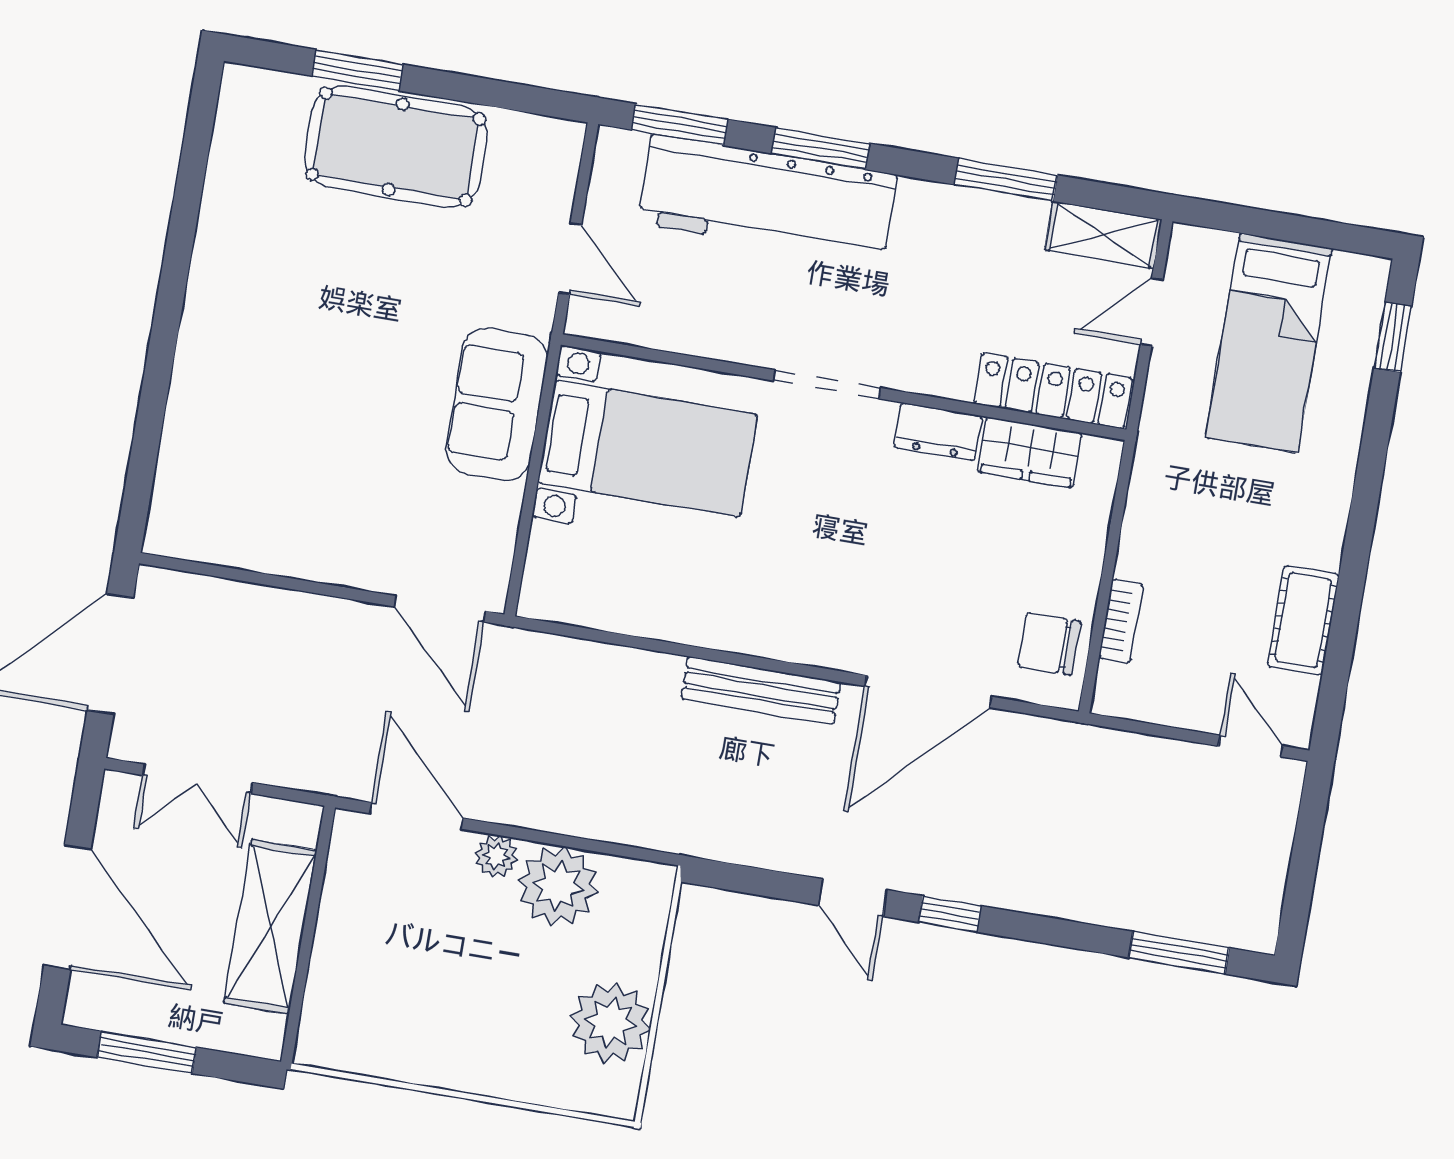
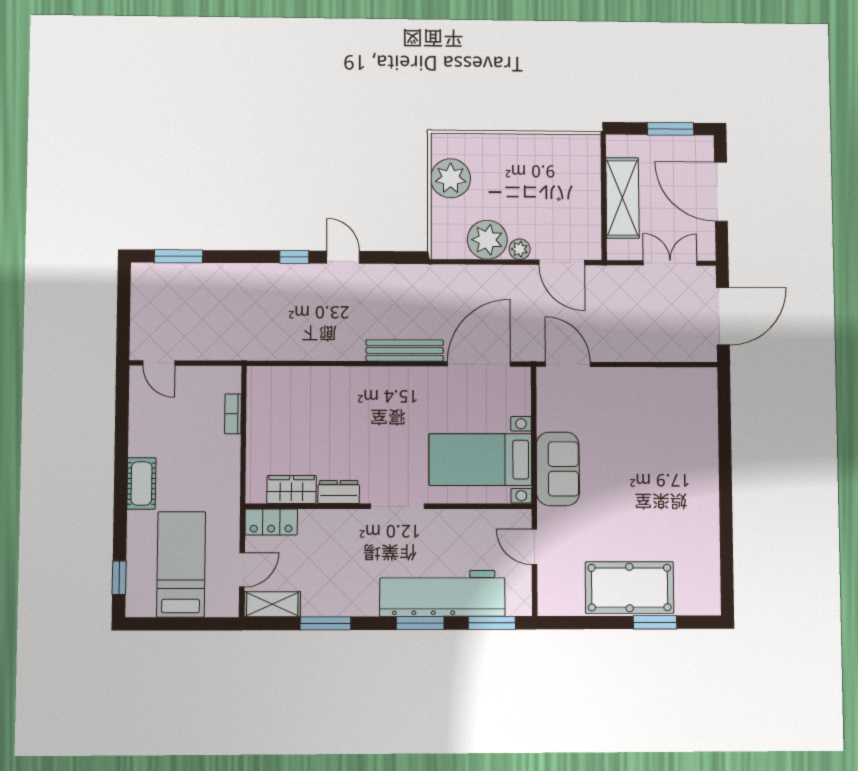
locker: (1053, 391) -> (271, 522), width x0.66
cot: (1303, 620) -> (141, 483), moved
chair: (1049, 644) -> (267, 397), removed
door: (928, 691) -> (479, 364), moved

